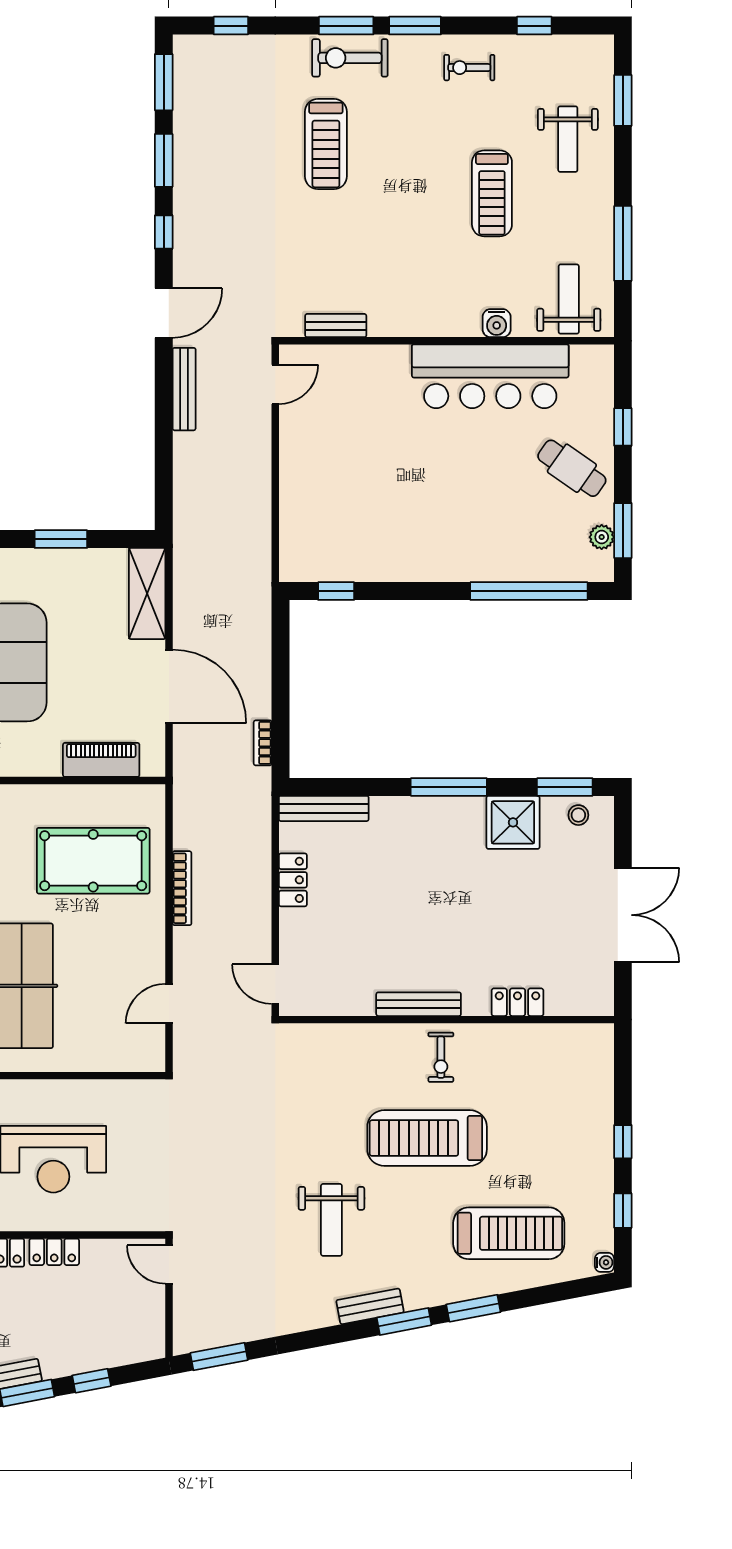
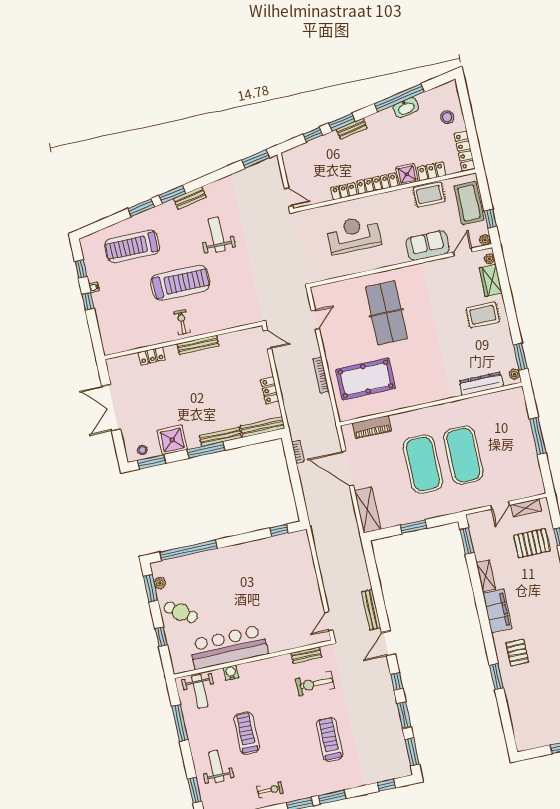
exercise bike: (350, 58) -> (315, 684), moved, turned 180
bench: (414, 808) -> (220, 437), added
water cooler: (604, 1262) -> (94, 287), moved

